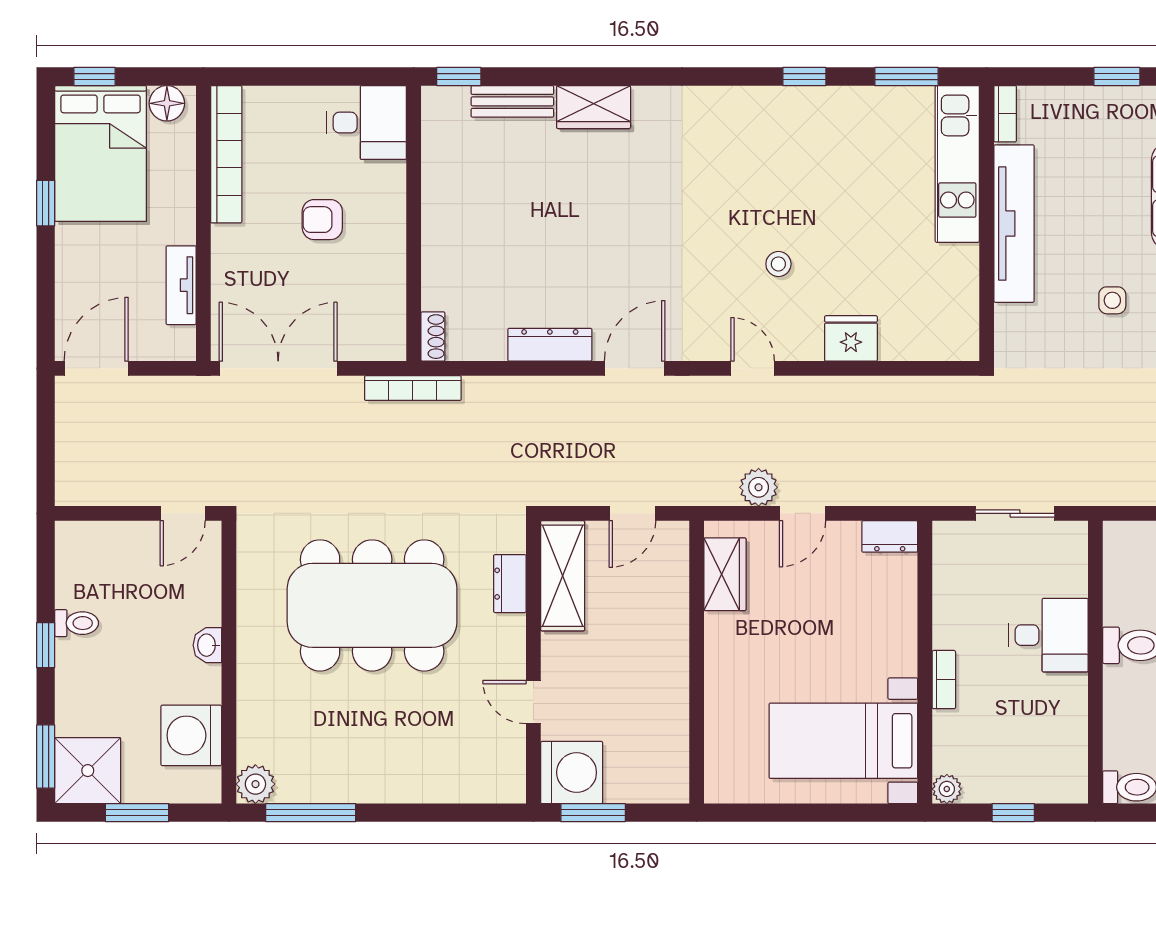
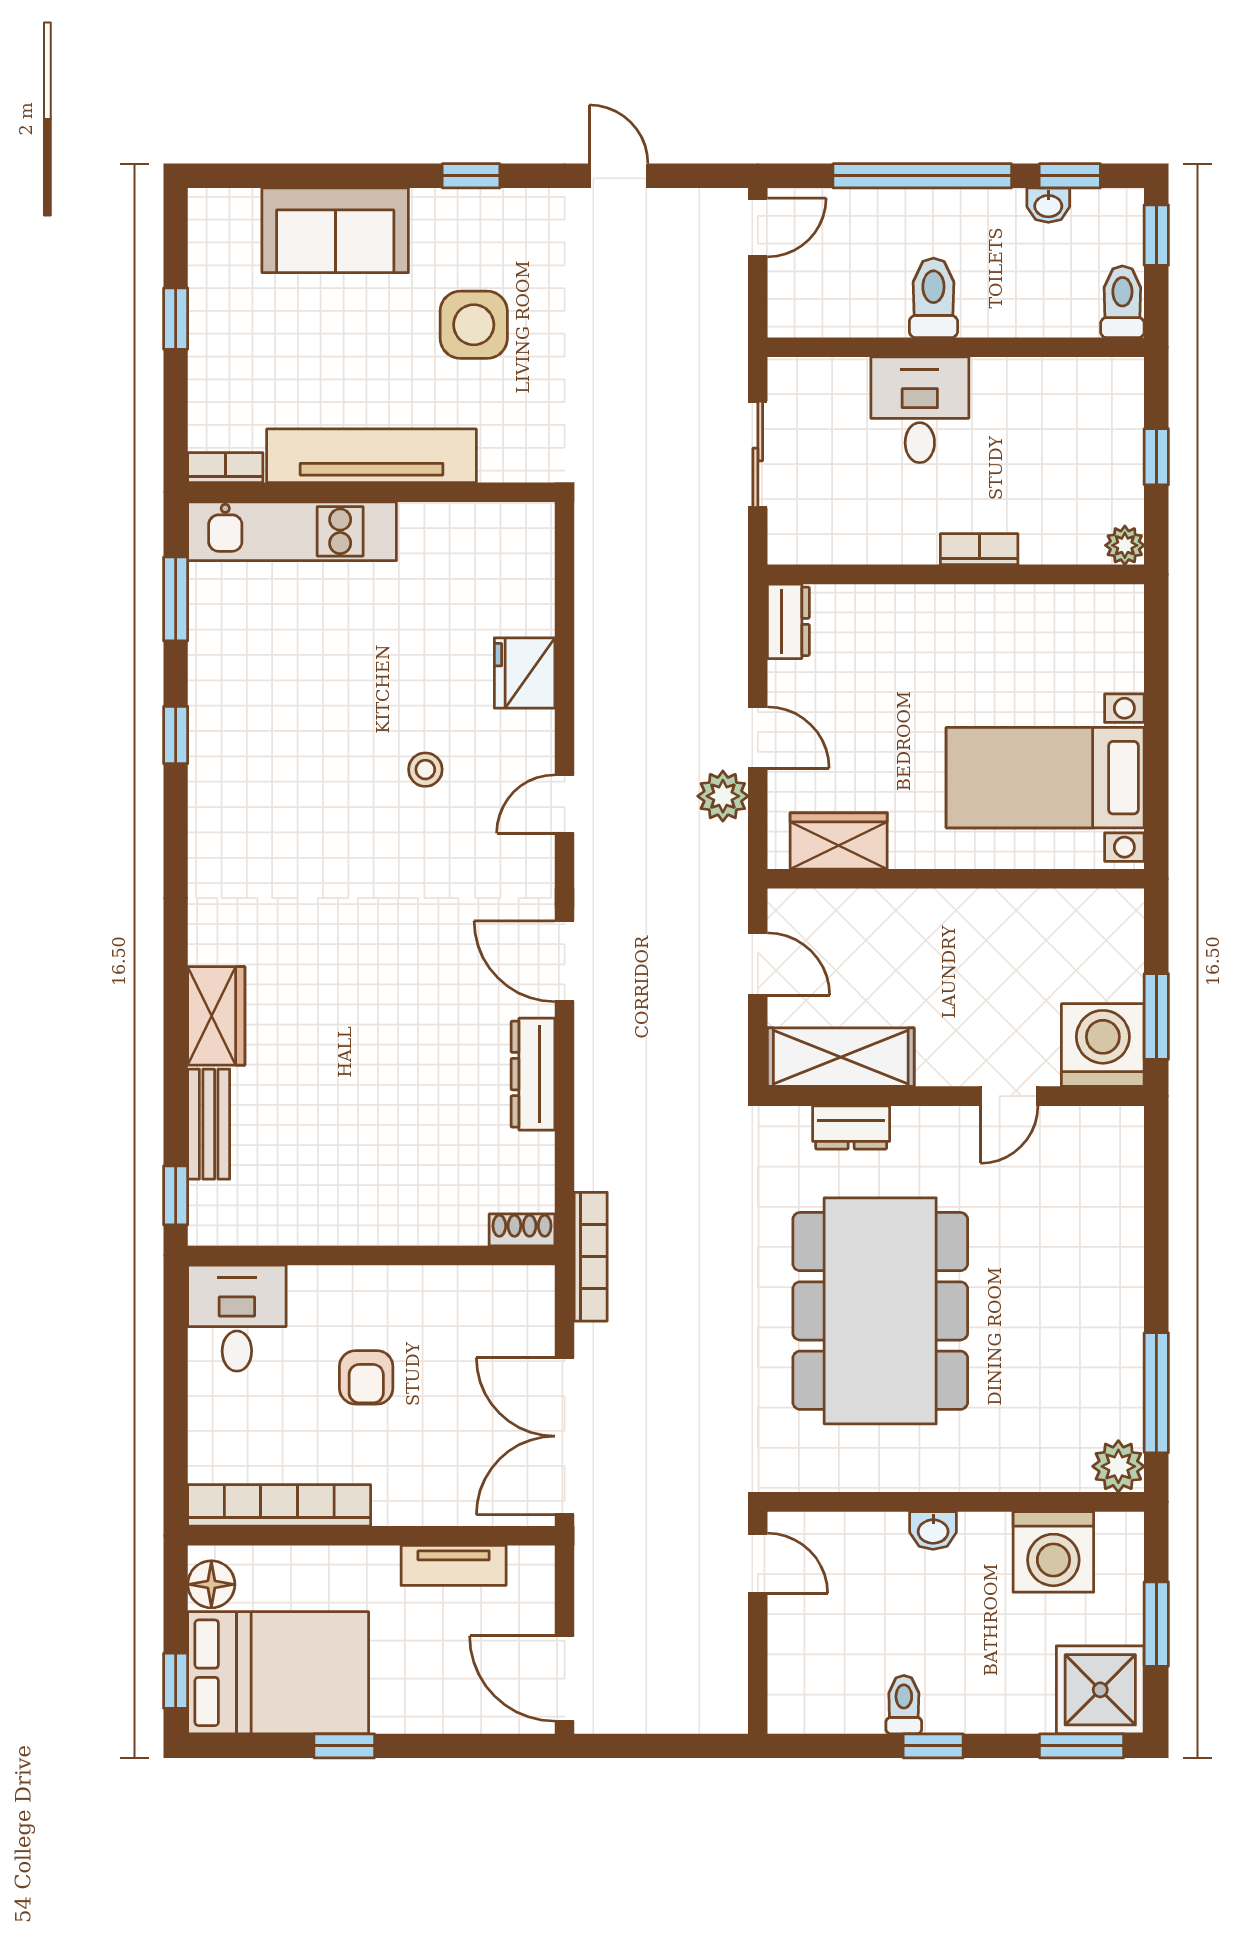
side table: (1112, 300) -> (474, 325), width x1.87, depth x1.87
bed with nightstands: (843, 741) -> (1045, 778), moved, turned 90

